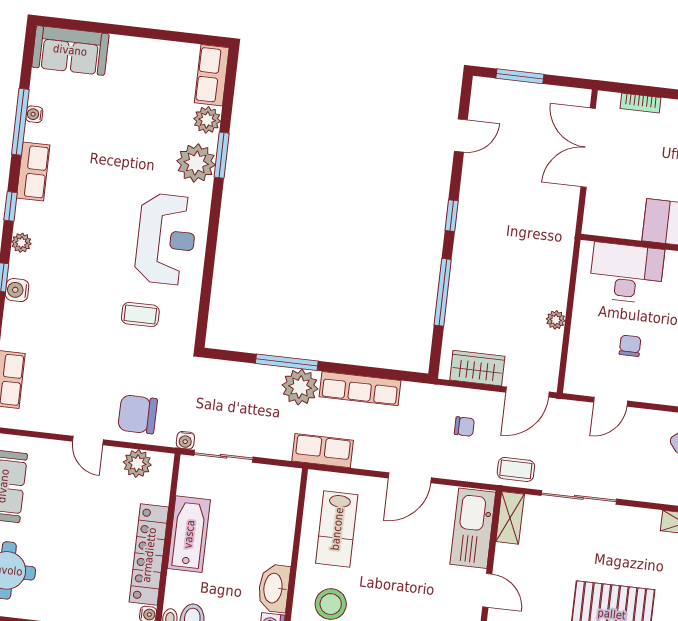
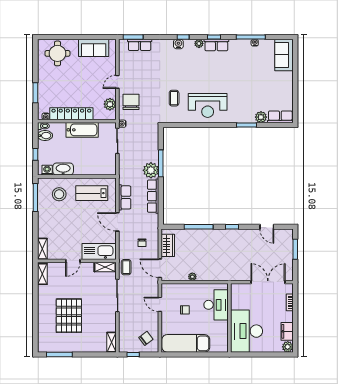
plant: (196, 163) -> (242, 115), removed
row of seats: (33, 172) -> (216, 45), moved
row of seats: (323, 451) -> (125, 197), moved

